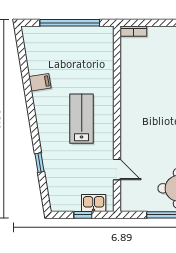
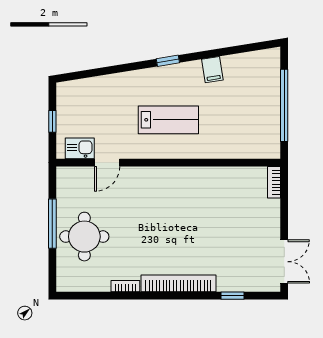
window: (40, 163) -> (168, 61), moved
kitchen sink: (94, 203) -> (80, 148), moved, turned -90

